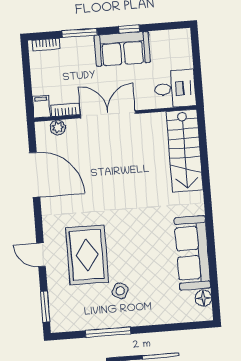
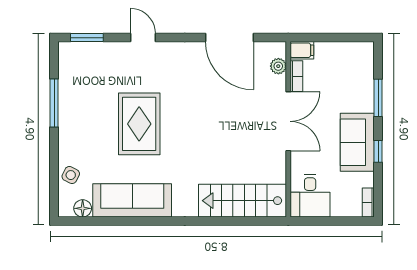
bookcase: (46, 45) -> (368, 203), moved
door: (35, 175) -> (229, 38), hinge flipped
door: (41, 255) -> (143, 38), hinge flipped
rug: (87, 255) -> (139, 124), moved, turned 90
side table: (120, 291) -> (71, 175), moved

